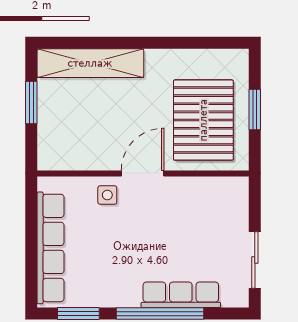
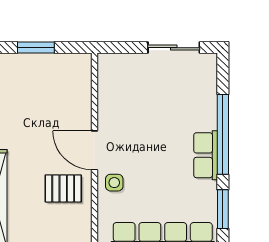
pallet: (203, 120) -> (63, 188), moved, width x0.49, depth x0.50
row of seats: (181, 295) -> (206, 155), moved, width x0.68

